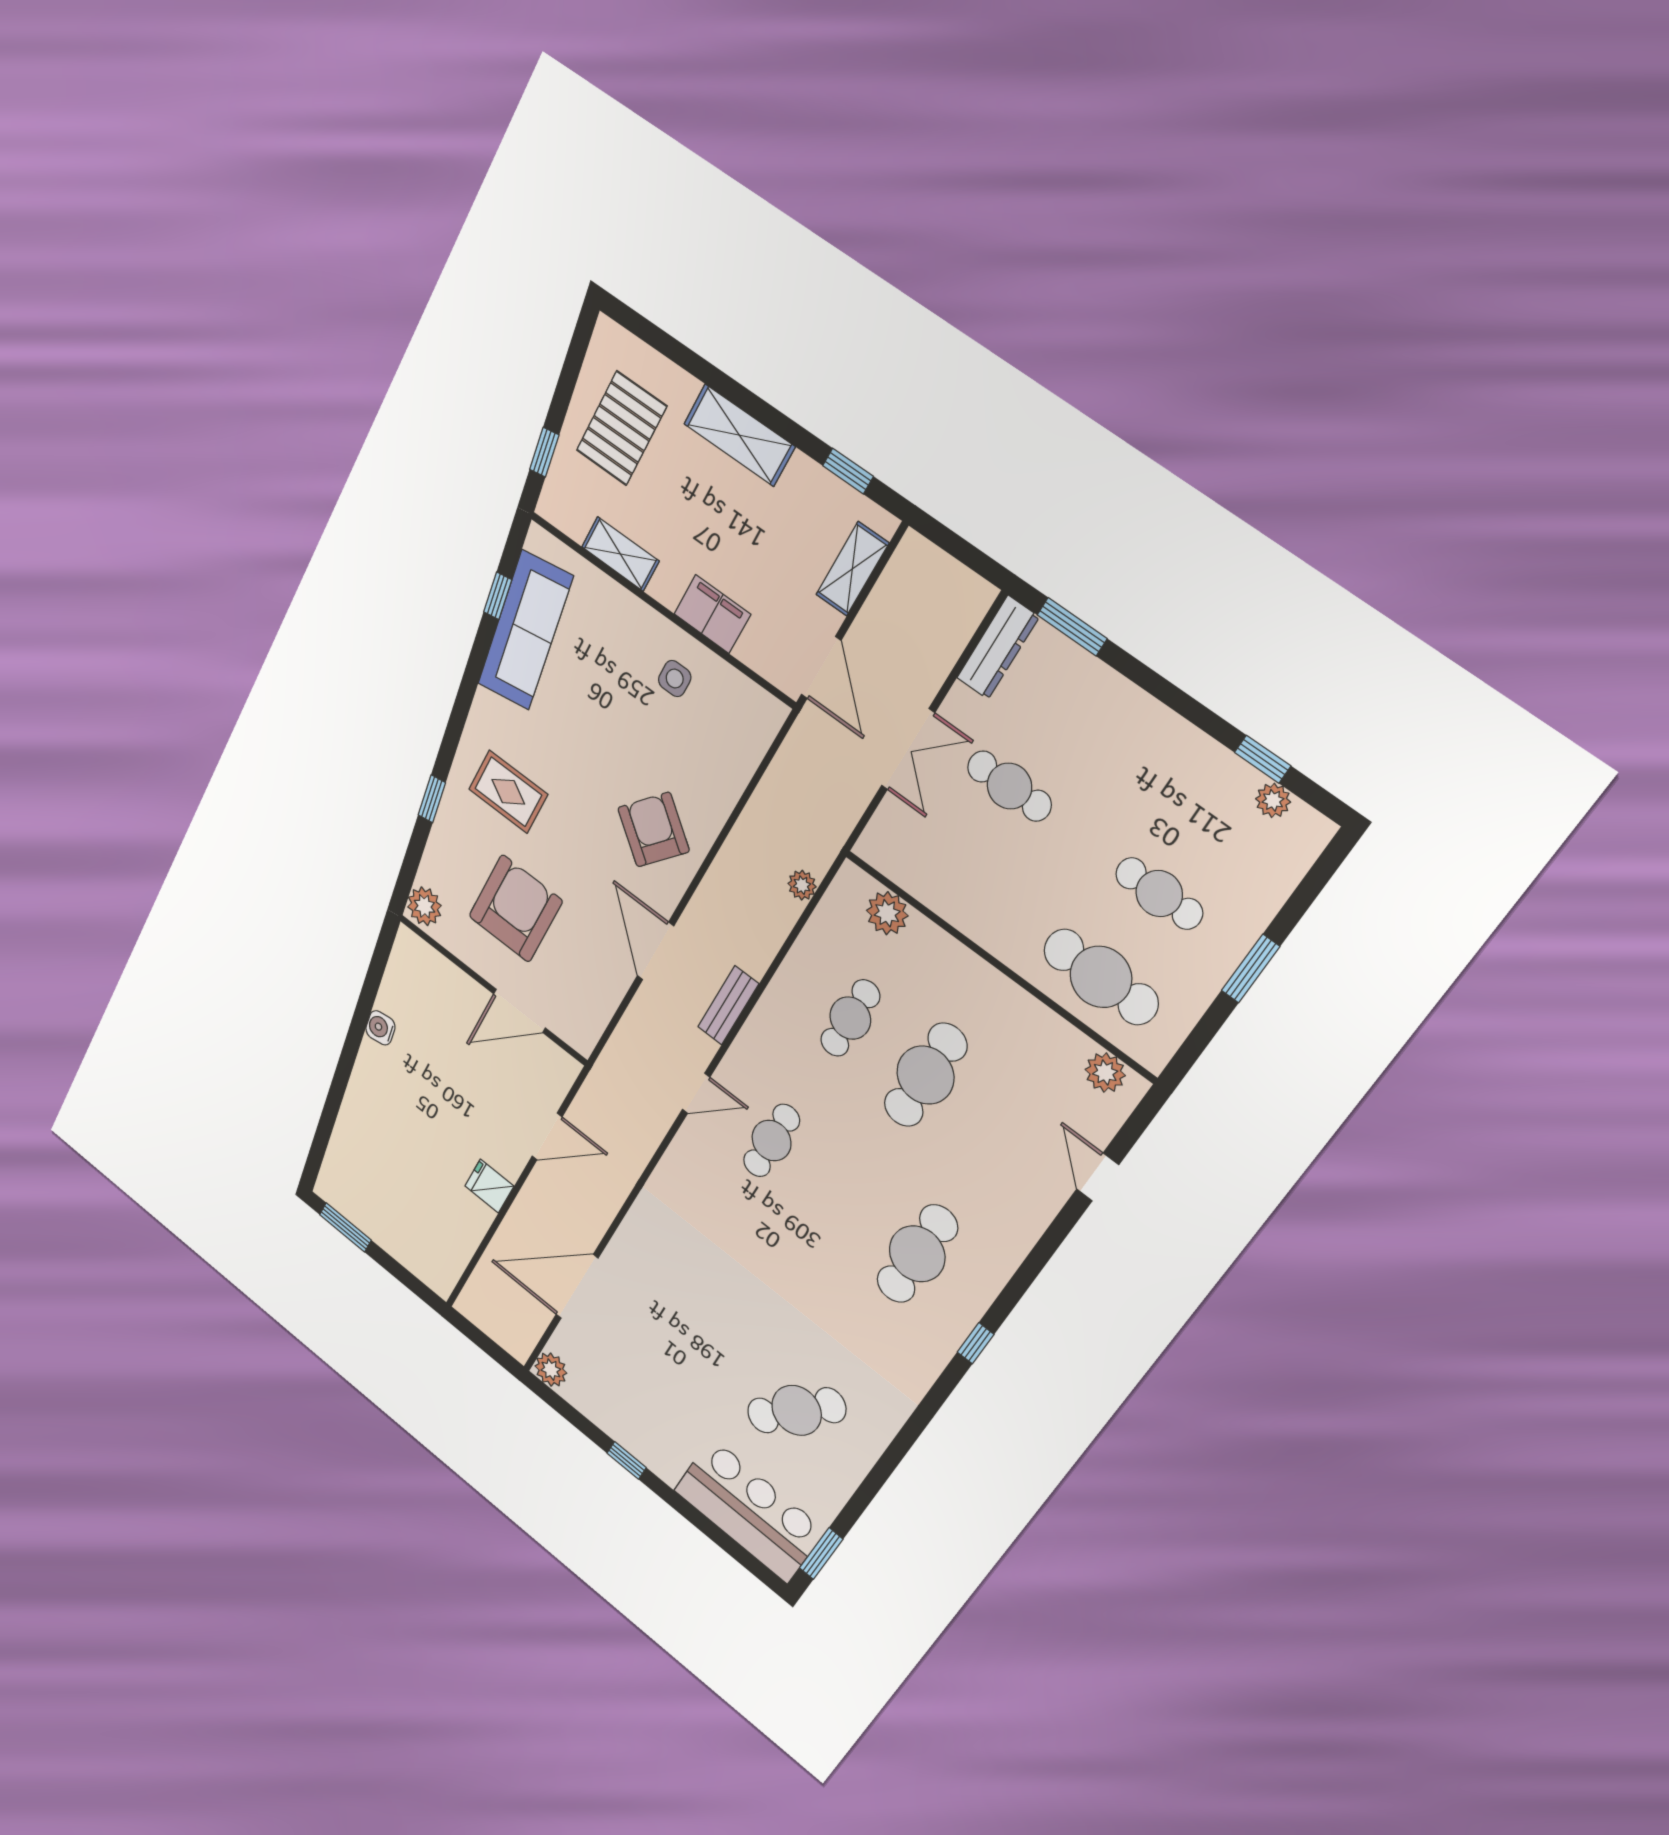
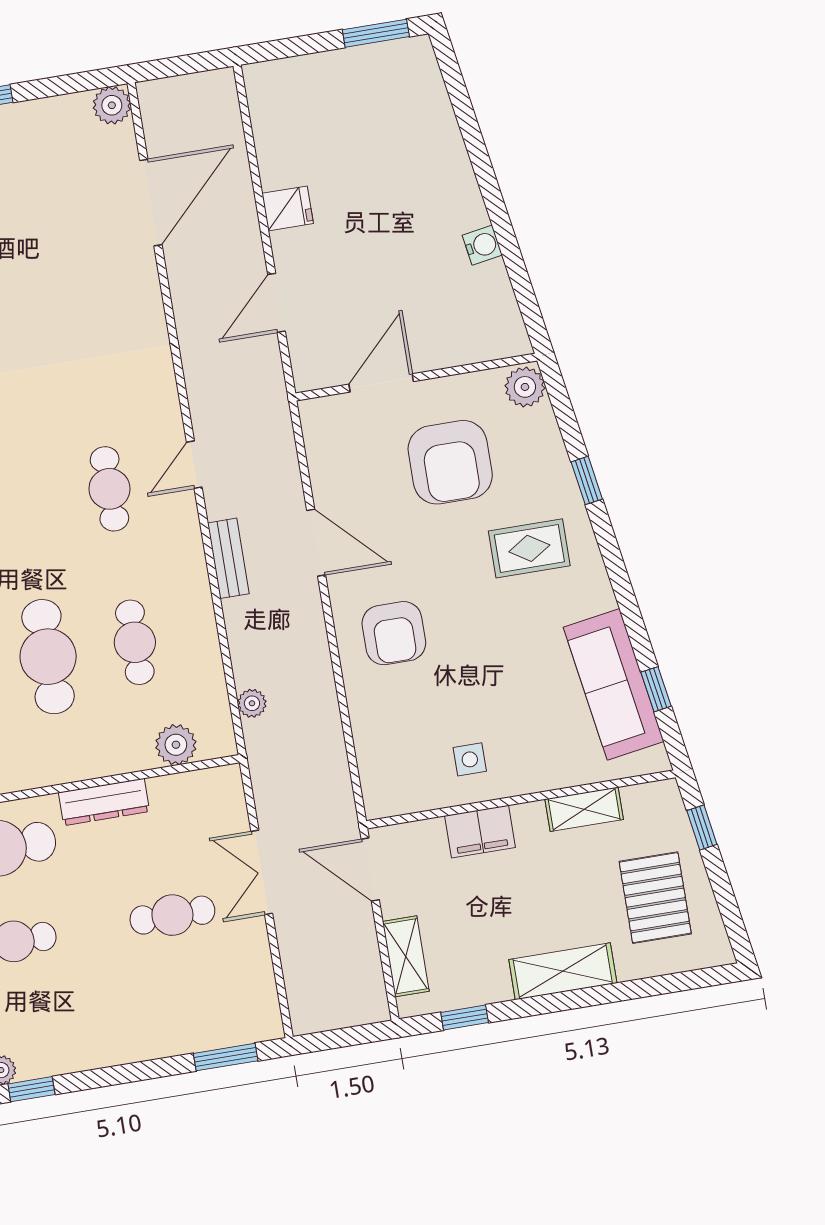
dresser: (998, 648) -> (104, 802), moved, turned -90
armchair: (654, 830) -> (394, 633), turned 51

